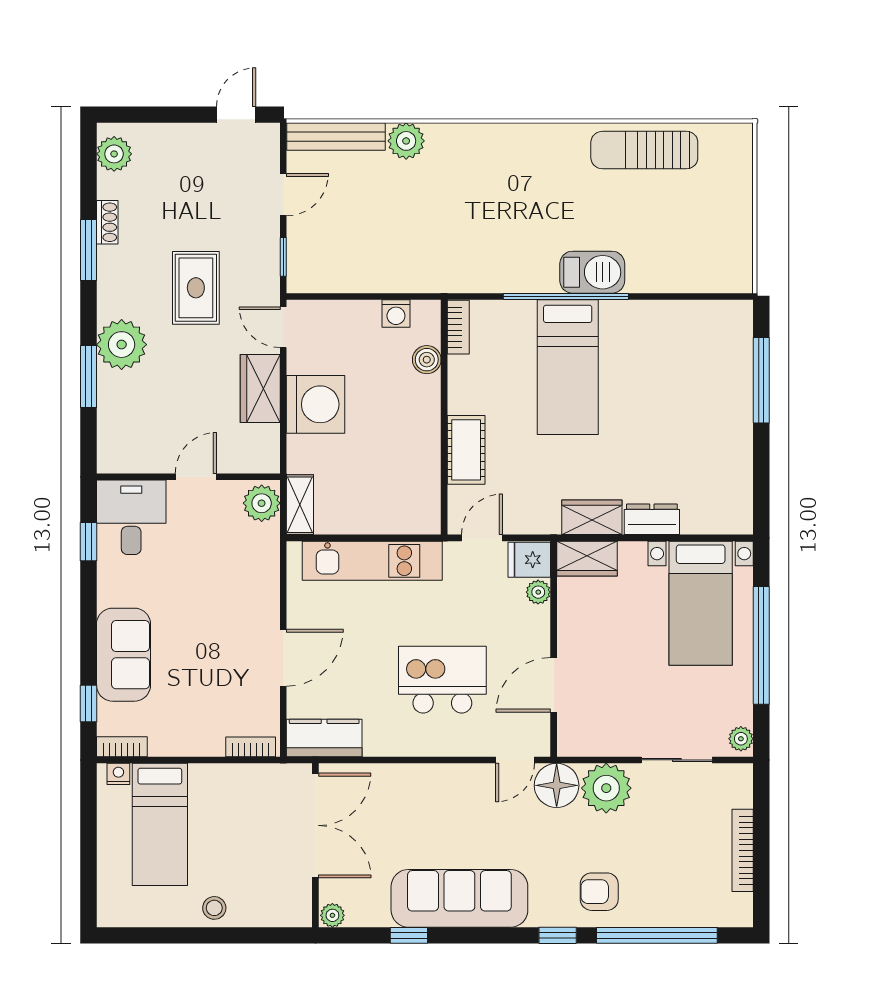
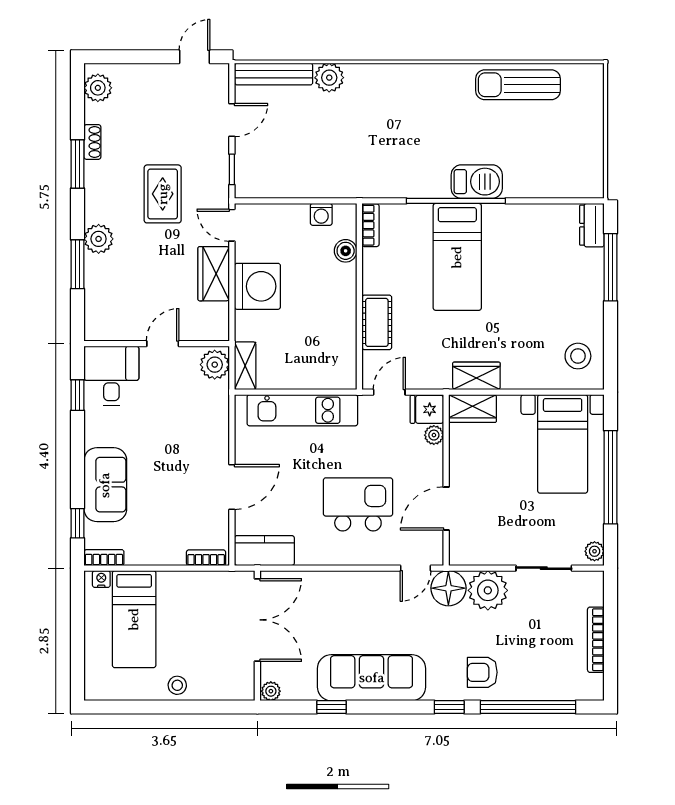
plant: (122, 345) -> (99, 239), width x0.73, depth x0.73
stool: (720, 492) -> (578, 356), added
dresser: (652, 519) -> (592, 225), moved, turned -90

